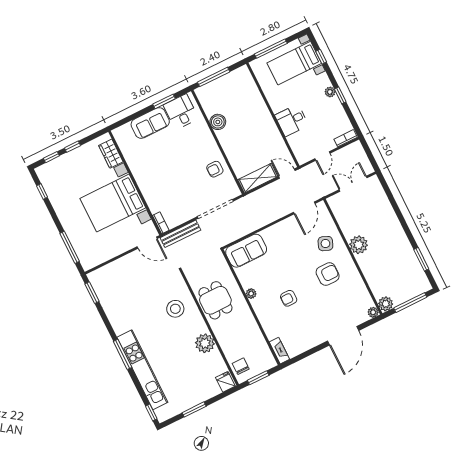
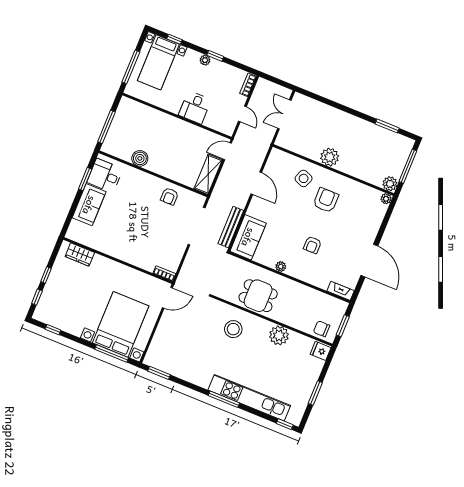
bed with nightstands: (113, 203) -> (121, 324), moved, turned 180
door: (304, 208) -> (256, 183), moved
bench: (180, 234) -> (231, 227), moved
door: (343, 336) -> (369, 261), moved

